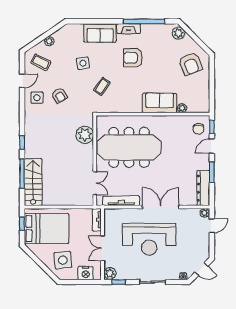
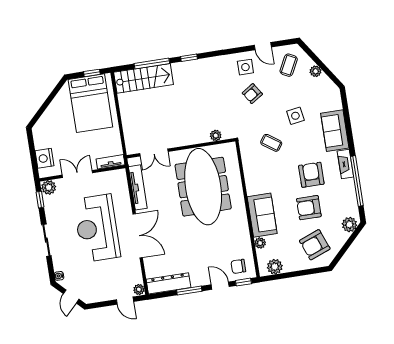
armchair: (159, 64) -> (309, 208), added
plant: (203, 99) -> (275, 267), added
plant: (85, 135) -> (216, 135), width x0.53, depth x0.53
side table: (63, 260) -> (56, 129), removed

